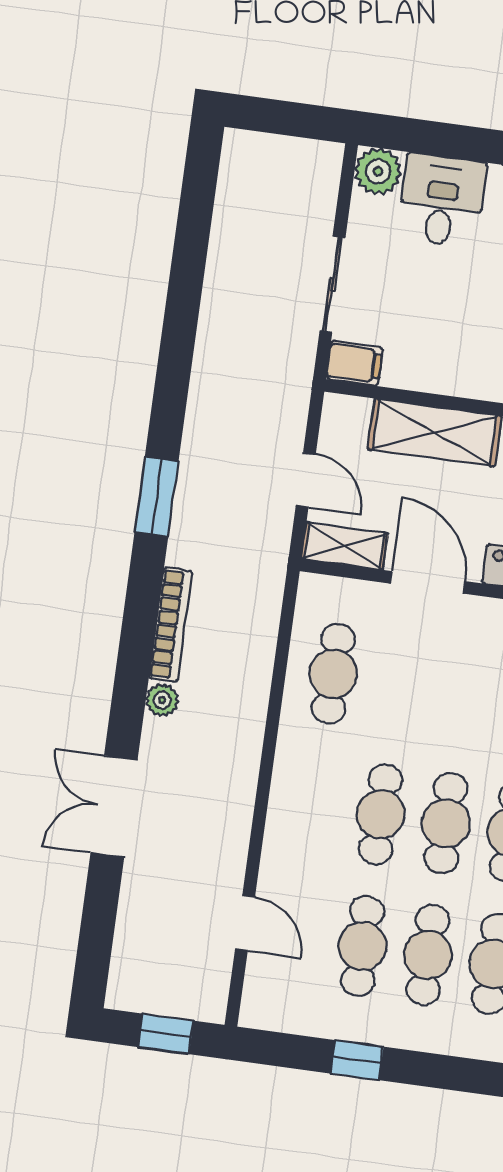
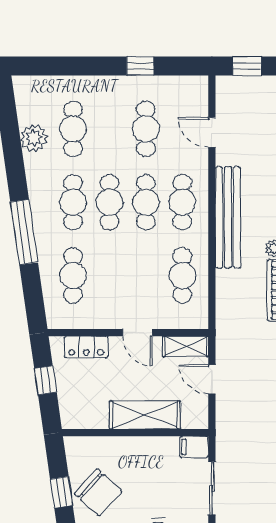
door: (428, 582) -> (137, 333), width x0.73
bench: (237, 767) -> (228, 217), added
cafe table: (428, 955) -> (182, 202), moved

